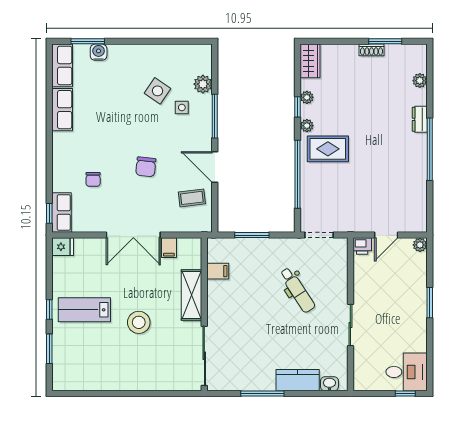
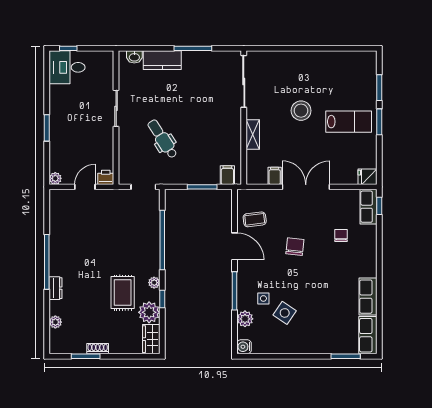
water cooler: (99, 52) -> (244, 347), moved, turned 90
plant: (307, 97) -> (149, 312), width x1.87, depth x1.87
rug: (328, 149) -> (123, 293), moved, turned 90
filing cabinet: (218, 271) -> (227, 175), moved, turned 90
shelving: (191, 295) -> (253, 134), width x0.67, depth x0.75
window: (49, 310) -> (379, 122), width x1.50

